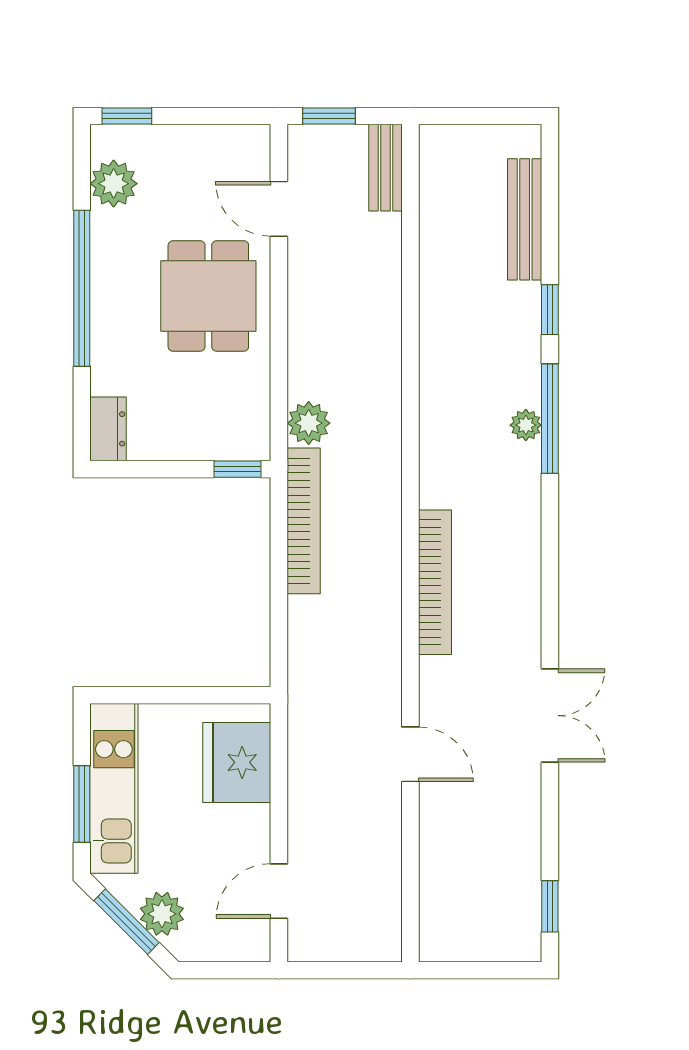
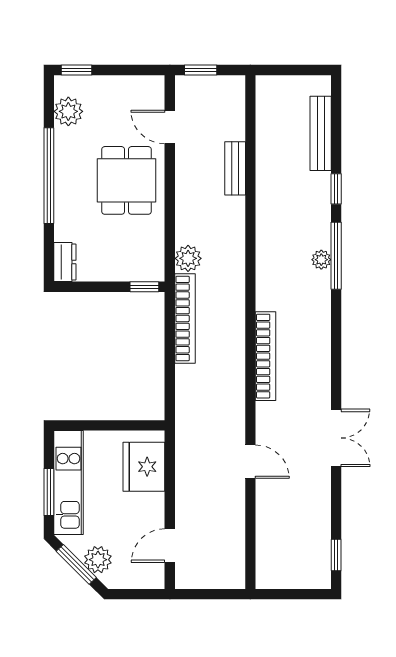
bench: (385, 168) -> (235, 168), moved

